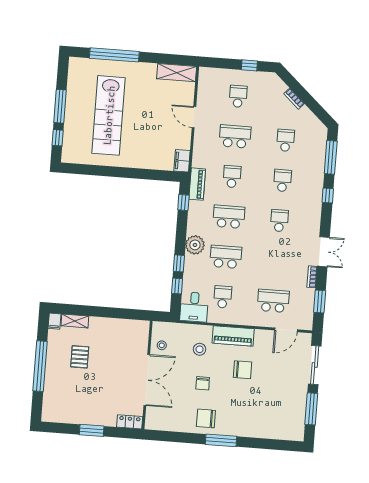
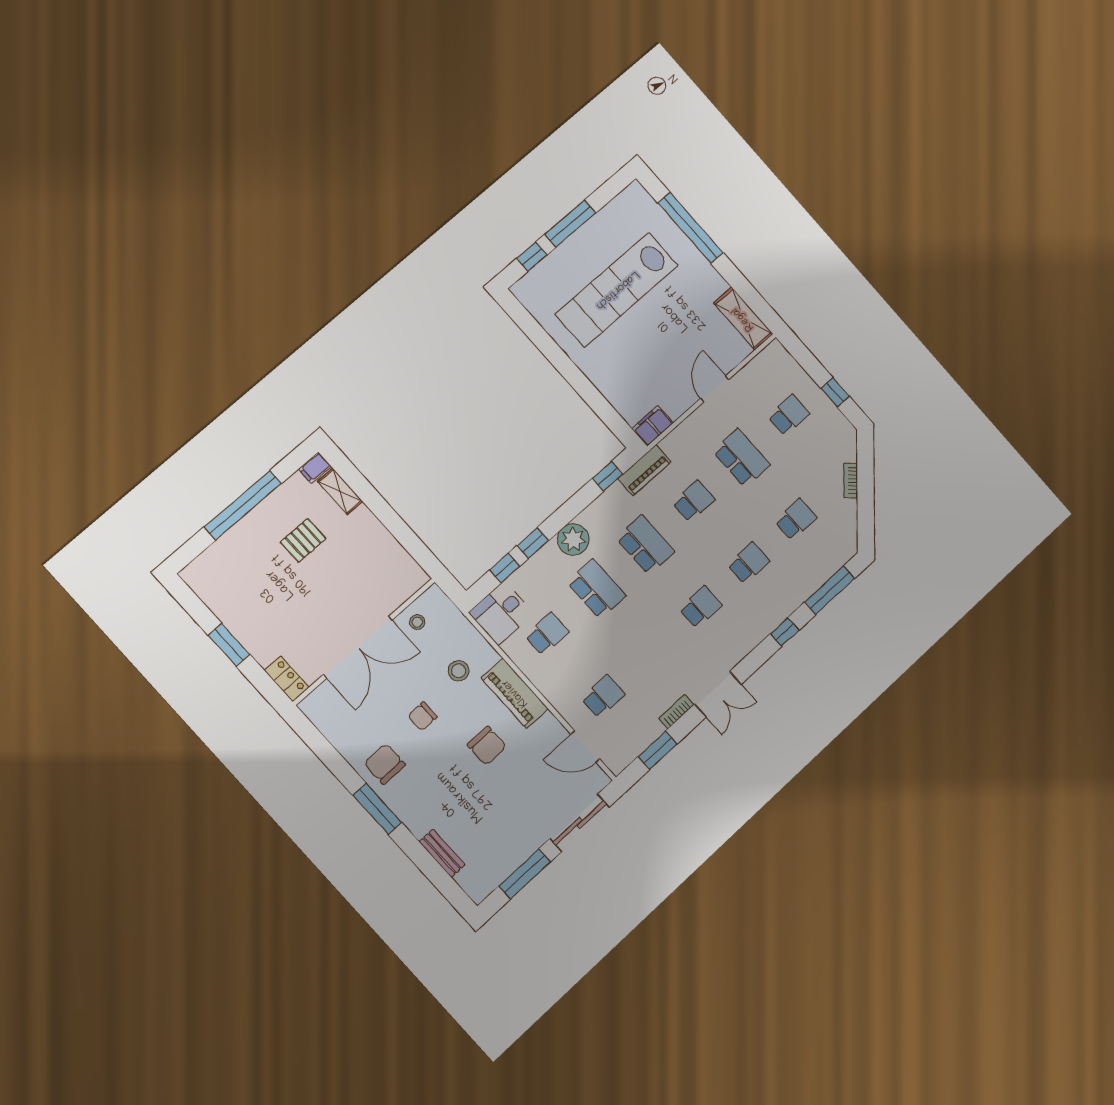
school desk: (273, 301) -> (603, 696), width x0.54
bench: (267, 433) -> (442, 853), added

